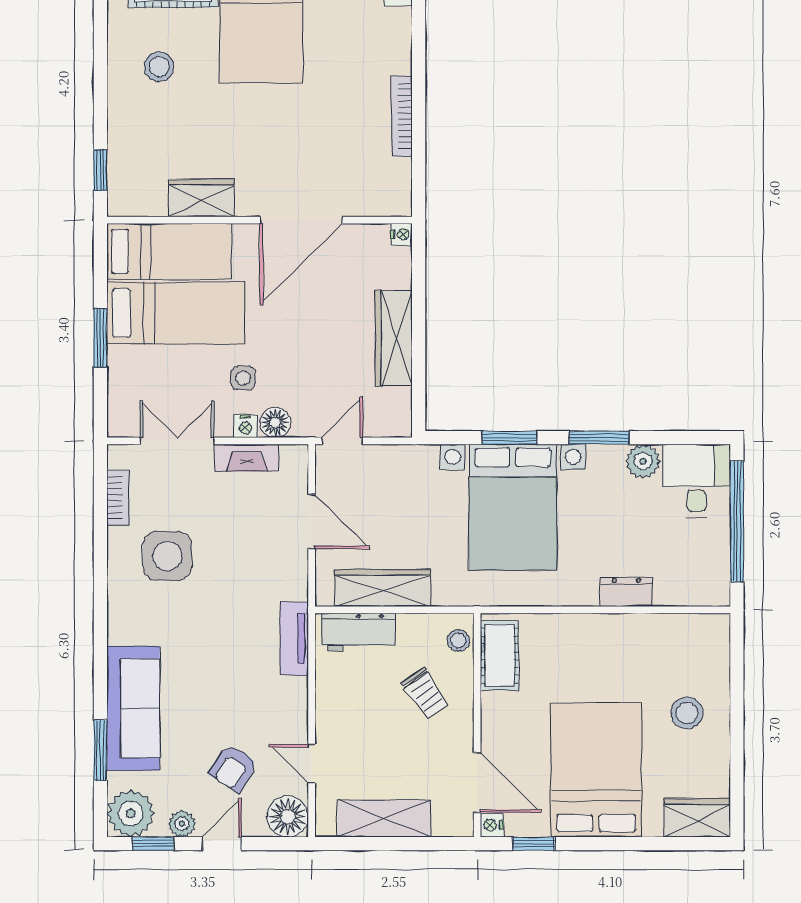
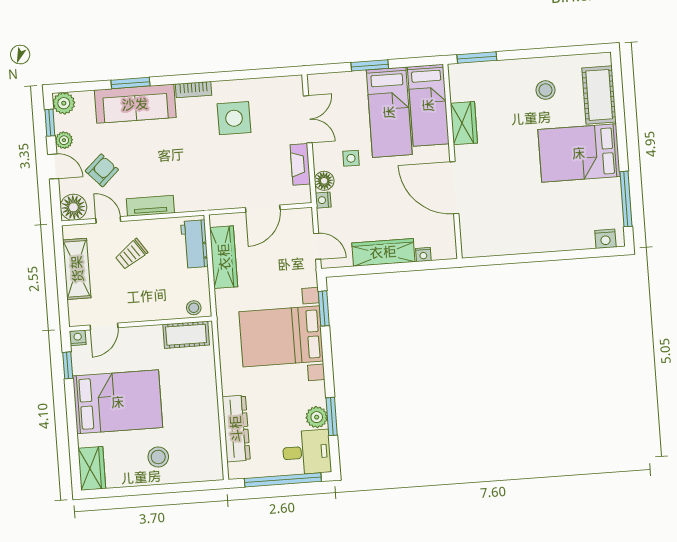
bookcase: (402, 116) -> (525, 247), removed
window: (100, 170) -> (477, 58), width x1.50
nightstand: (402, 235) -> (423, 255), moved
nightstand: (245, 426) -> (323, 200), moved
window: (510, 438) -> (324, 308), moved
window: (599, 438) -> (332, 416), moved
door: (342, 441) -> (317, 246), moved
bookcase: (118, 498) -> (193, 90), moved
dresser: (626, 592) -> (236, 429), width x1.96, depth x1.24
tv unit: (294, 638) -> (150, 206), moved
trolley: (425, 693) -> (131, 254), moved
window: (100, 750) -> (131, 83), moved
door: (312, 764) -> (108, 220), hinge flipped
armchair: (233, 768) -> (102, 170), turned 104
door: (477, 783) -> (104, 326), width x0.73
plant: (131, 813) -> (64, 103), width x0.73, depth x0.73

